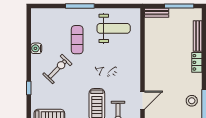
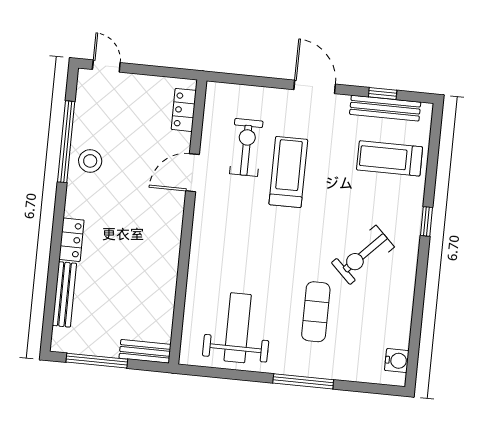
weight bench: (114, 28) -> (238, 328), turned 90
water cooler: (36, 48) -> (397, 361), moved

